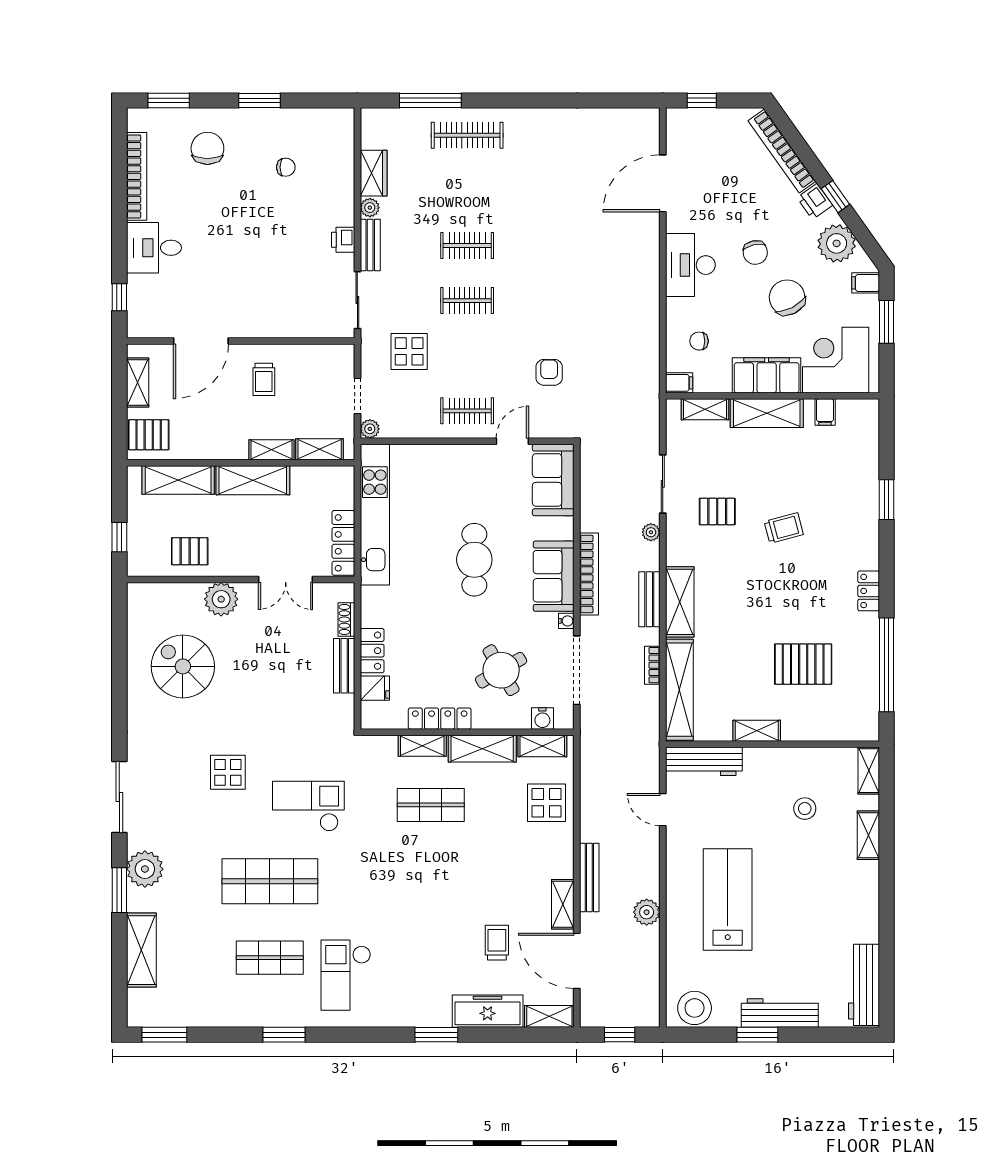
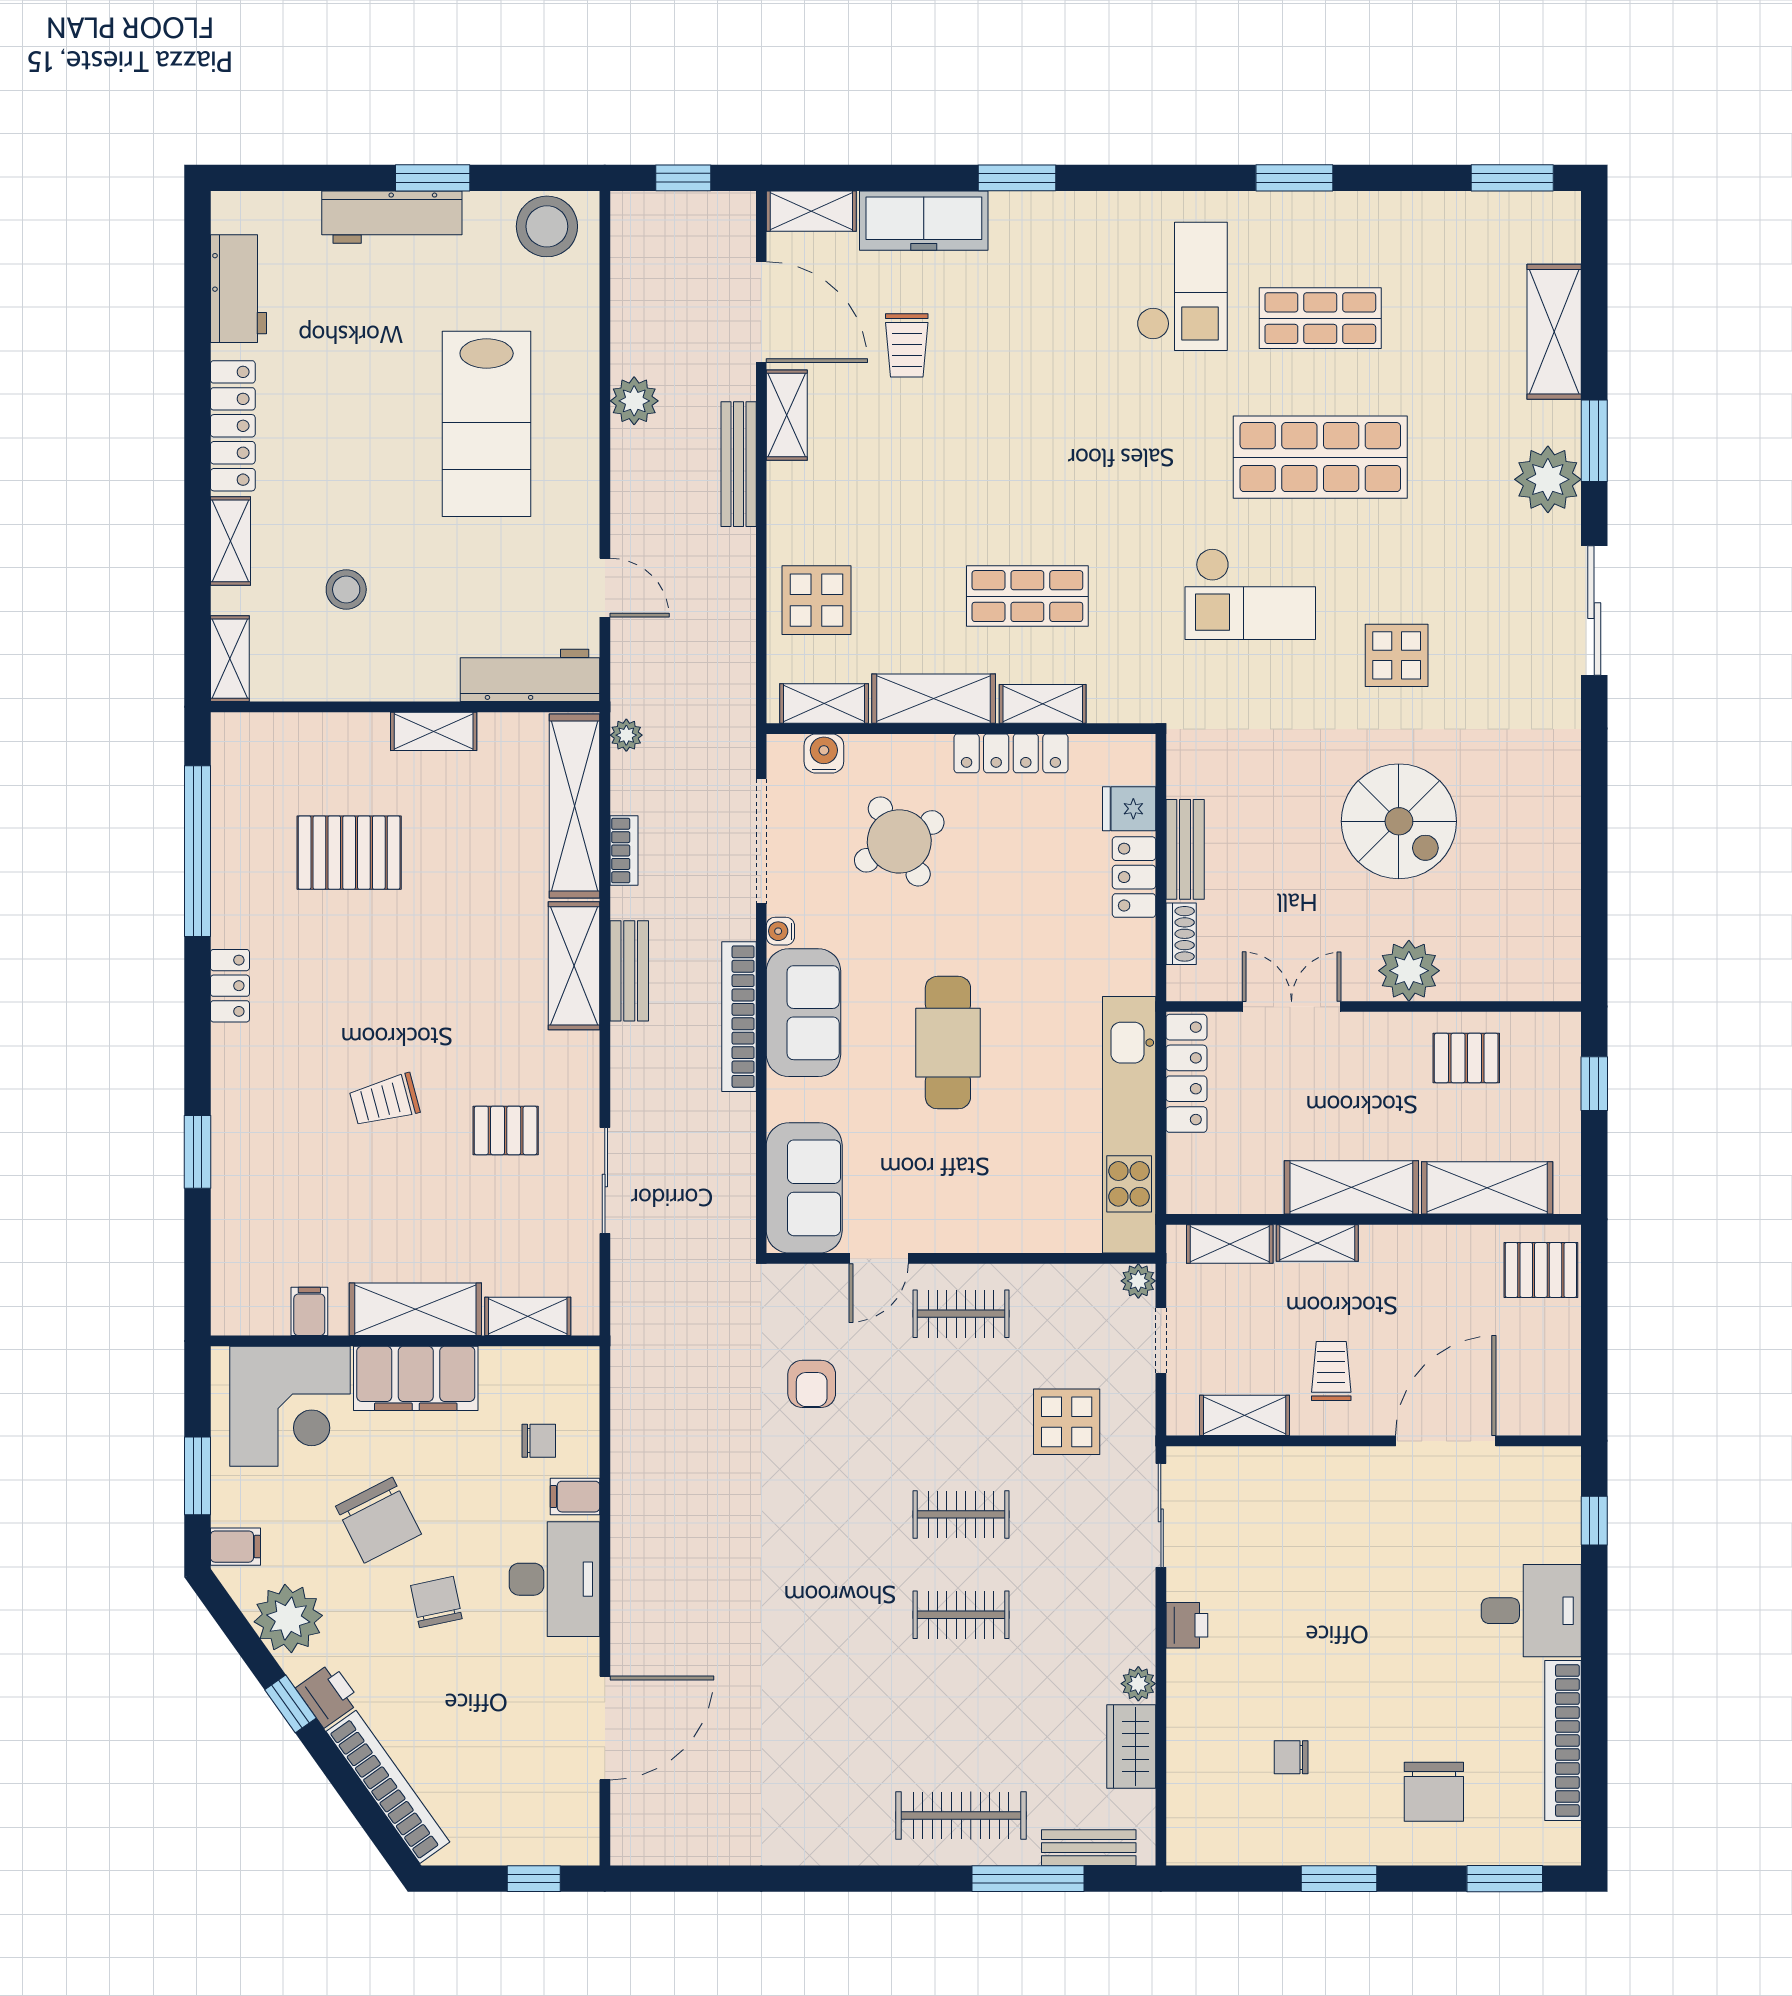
bench: (370, 245) -> (1089, 1848), moved, turned 90
shelving: (138, 383) -> (1245, 1415), moved, turned 90
filing cabinet: (679, 383) -> (575, 1497), moved
plant: (651, 532) -> (626, 735), moved
spiral stairs: (183, 666) -> (1399, 821), moved
locker: (867, 898) -> (233, 426), added
workbench: (864, 985) -> (238, 289), width x0.73

